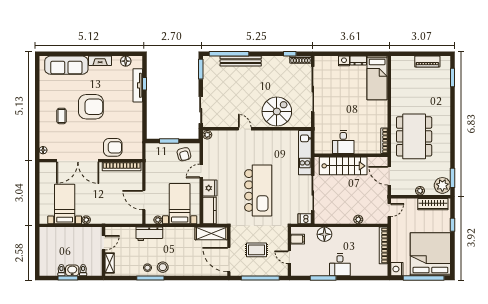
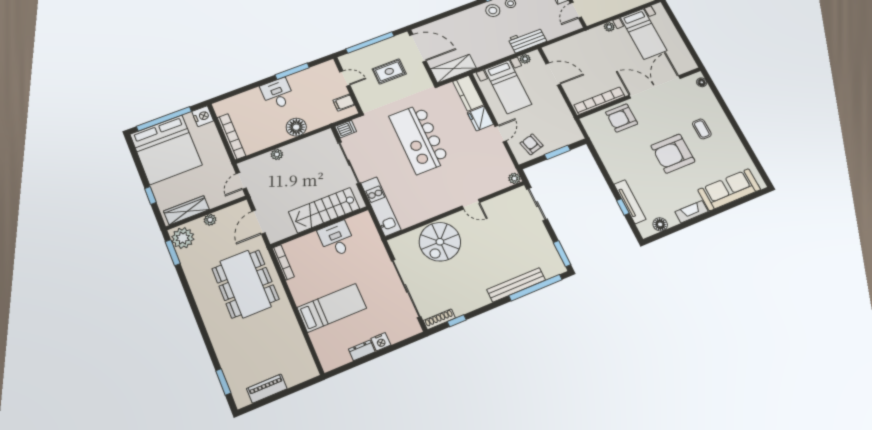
bed: (377, 78) -> (332, 308), moved, turned 90
door: (389, 176) -> (259, 222), swing flipped
floor lamp: (324, 234) -> (296, 127), moved

